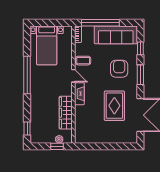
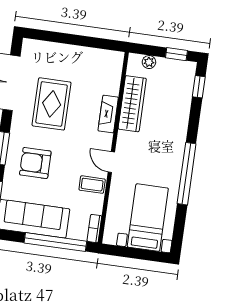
armchair: (119, 69) -> (35, 163), turned 90
fireplace: (79, 94) -> (108, 114), moved
window: (57, 146) -> (176, 54), moved

